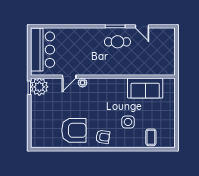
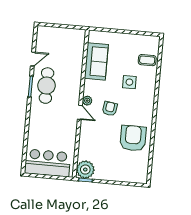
cafe table: (117, 42) -> (47, 86), width x1.37, depth x1.35
door: (69, 77) -> (80, 112), moved
plant: (82, 83) -> (87, 101), moved
armchair: (103, 137) -> (110, 109), moved

